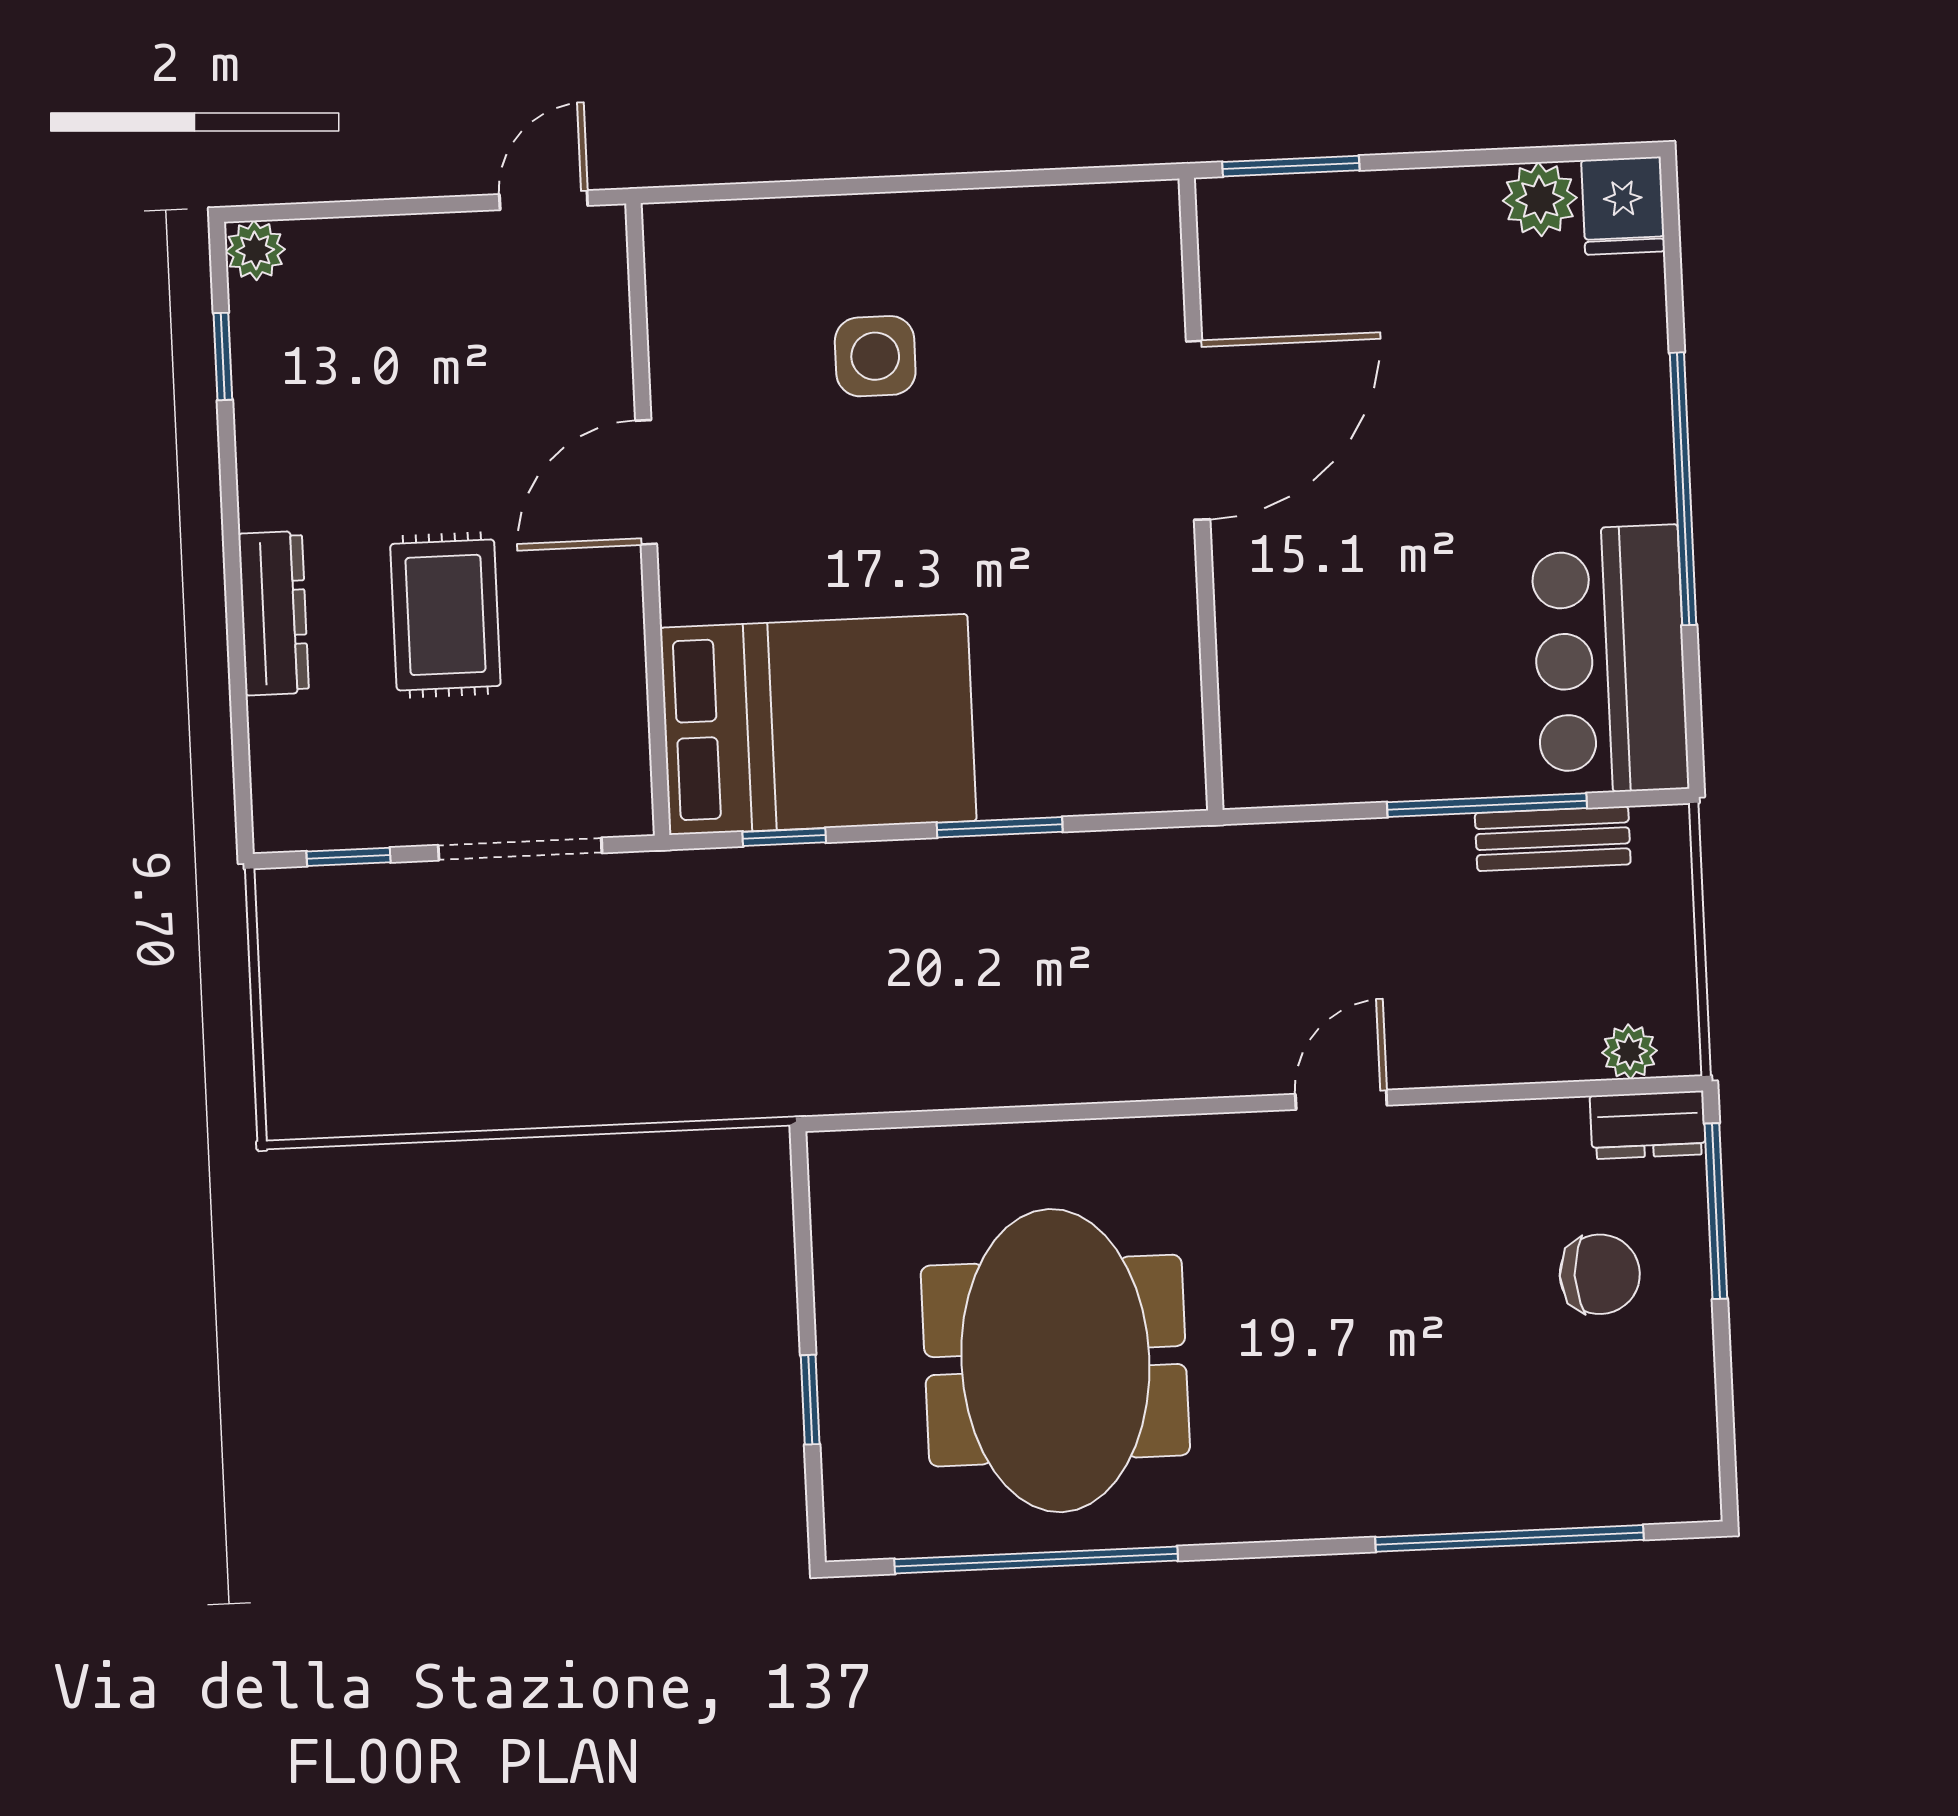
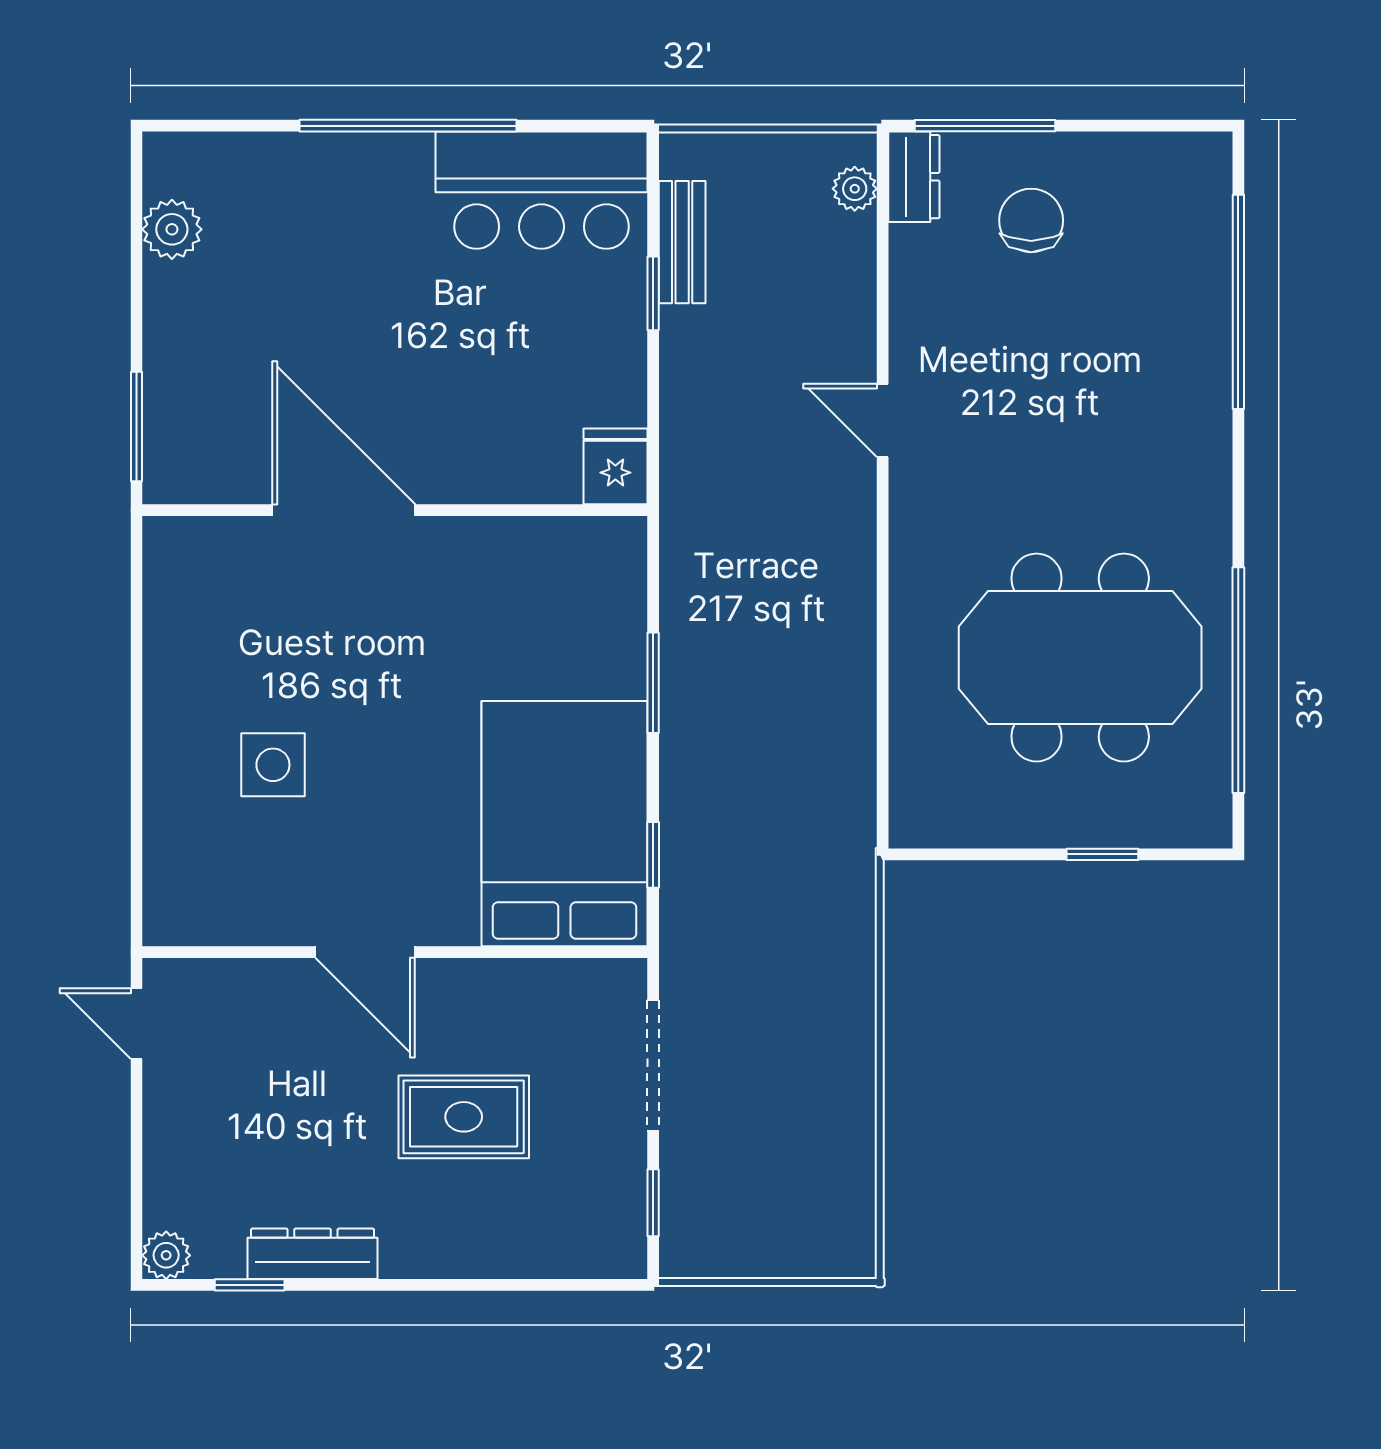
fridge: (1623, 206) -> (615, 466), moved, turned -90
dresser: (274, 613) -> (313, 1254), moved
window: (1487, 805) -> (653, 293), width x0.46

